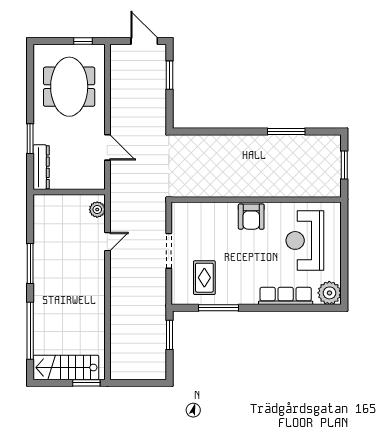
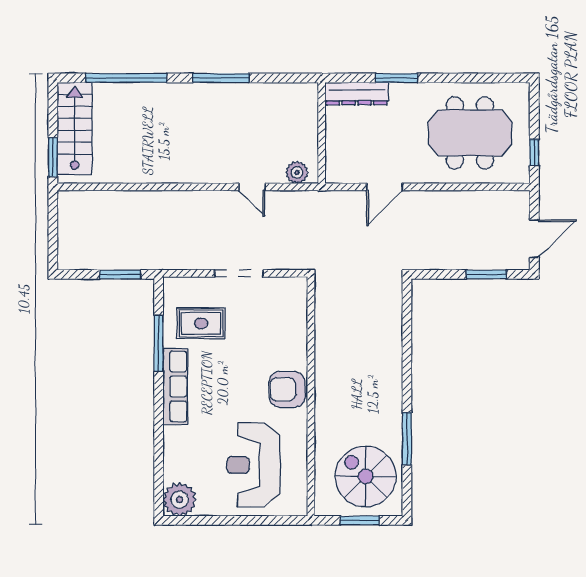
spiral stairs: (313, 161) -> (366, 476), added
reception desk: (305, 240) -> (253, 465), turned -90
row of seats: (286, 296) -> (175, 386), moved

